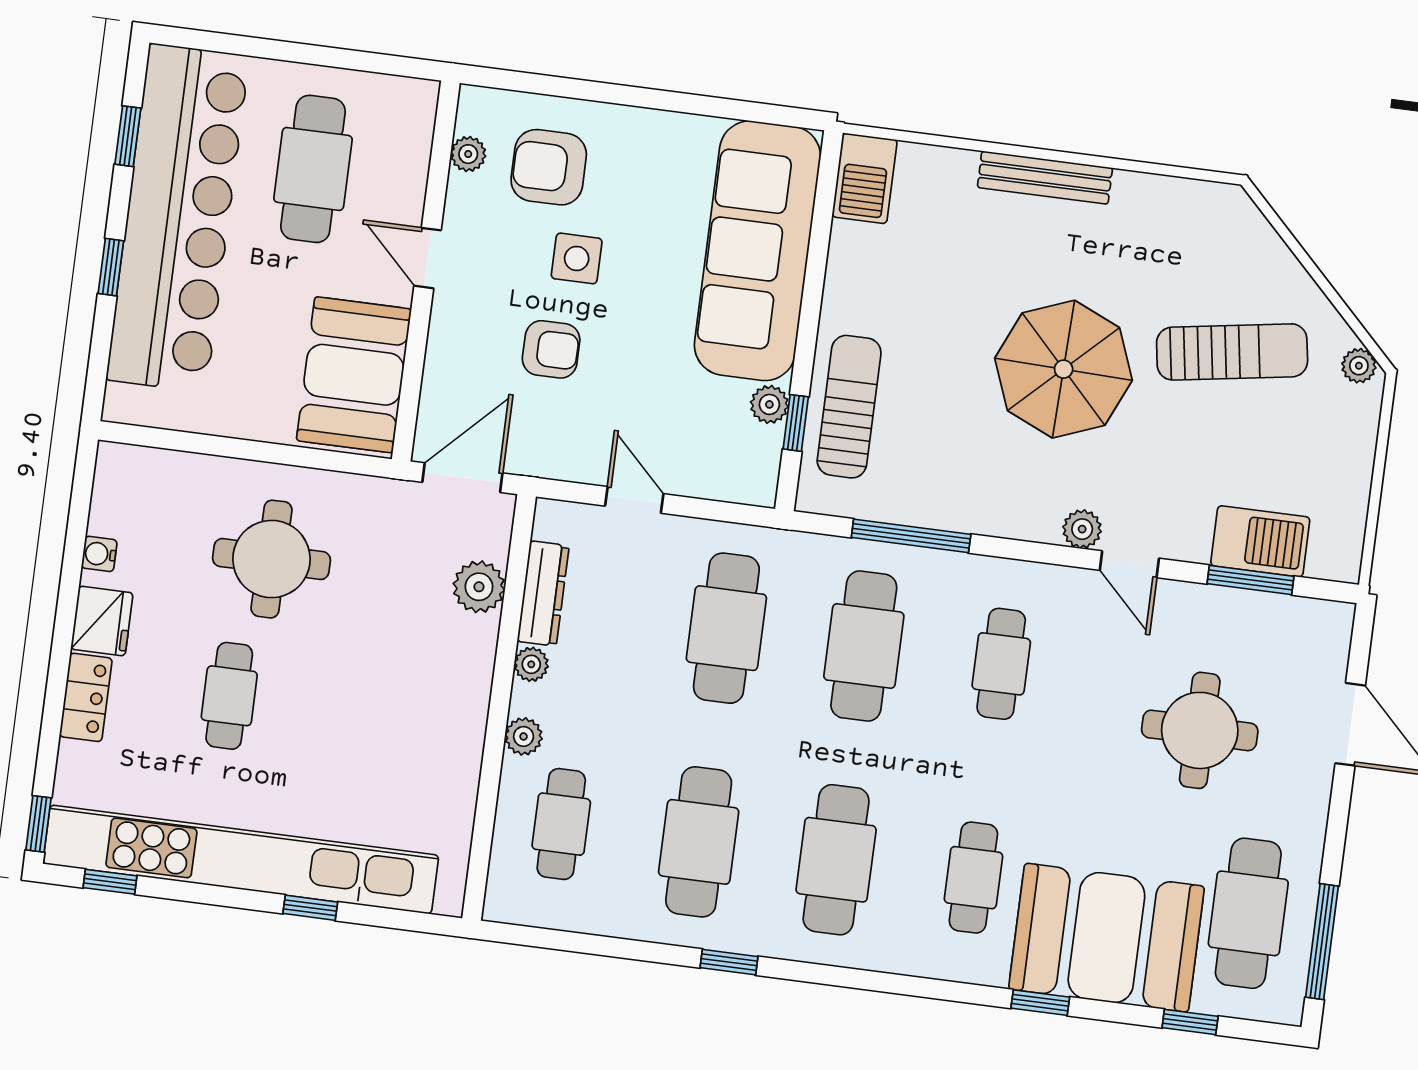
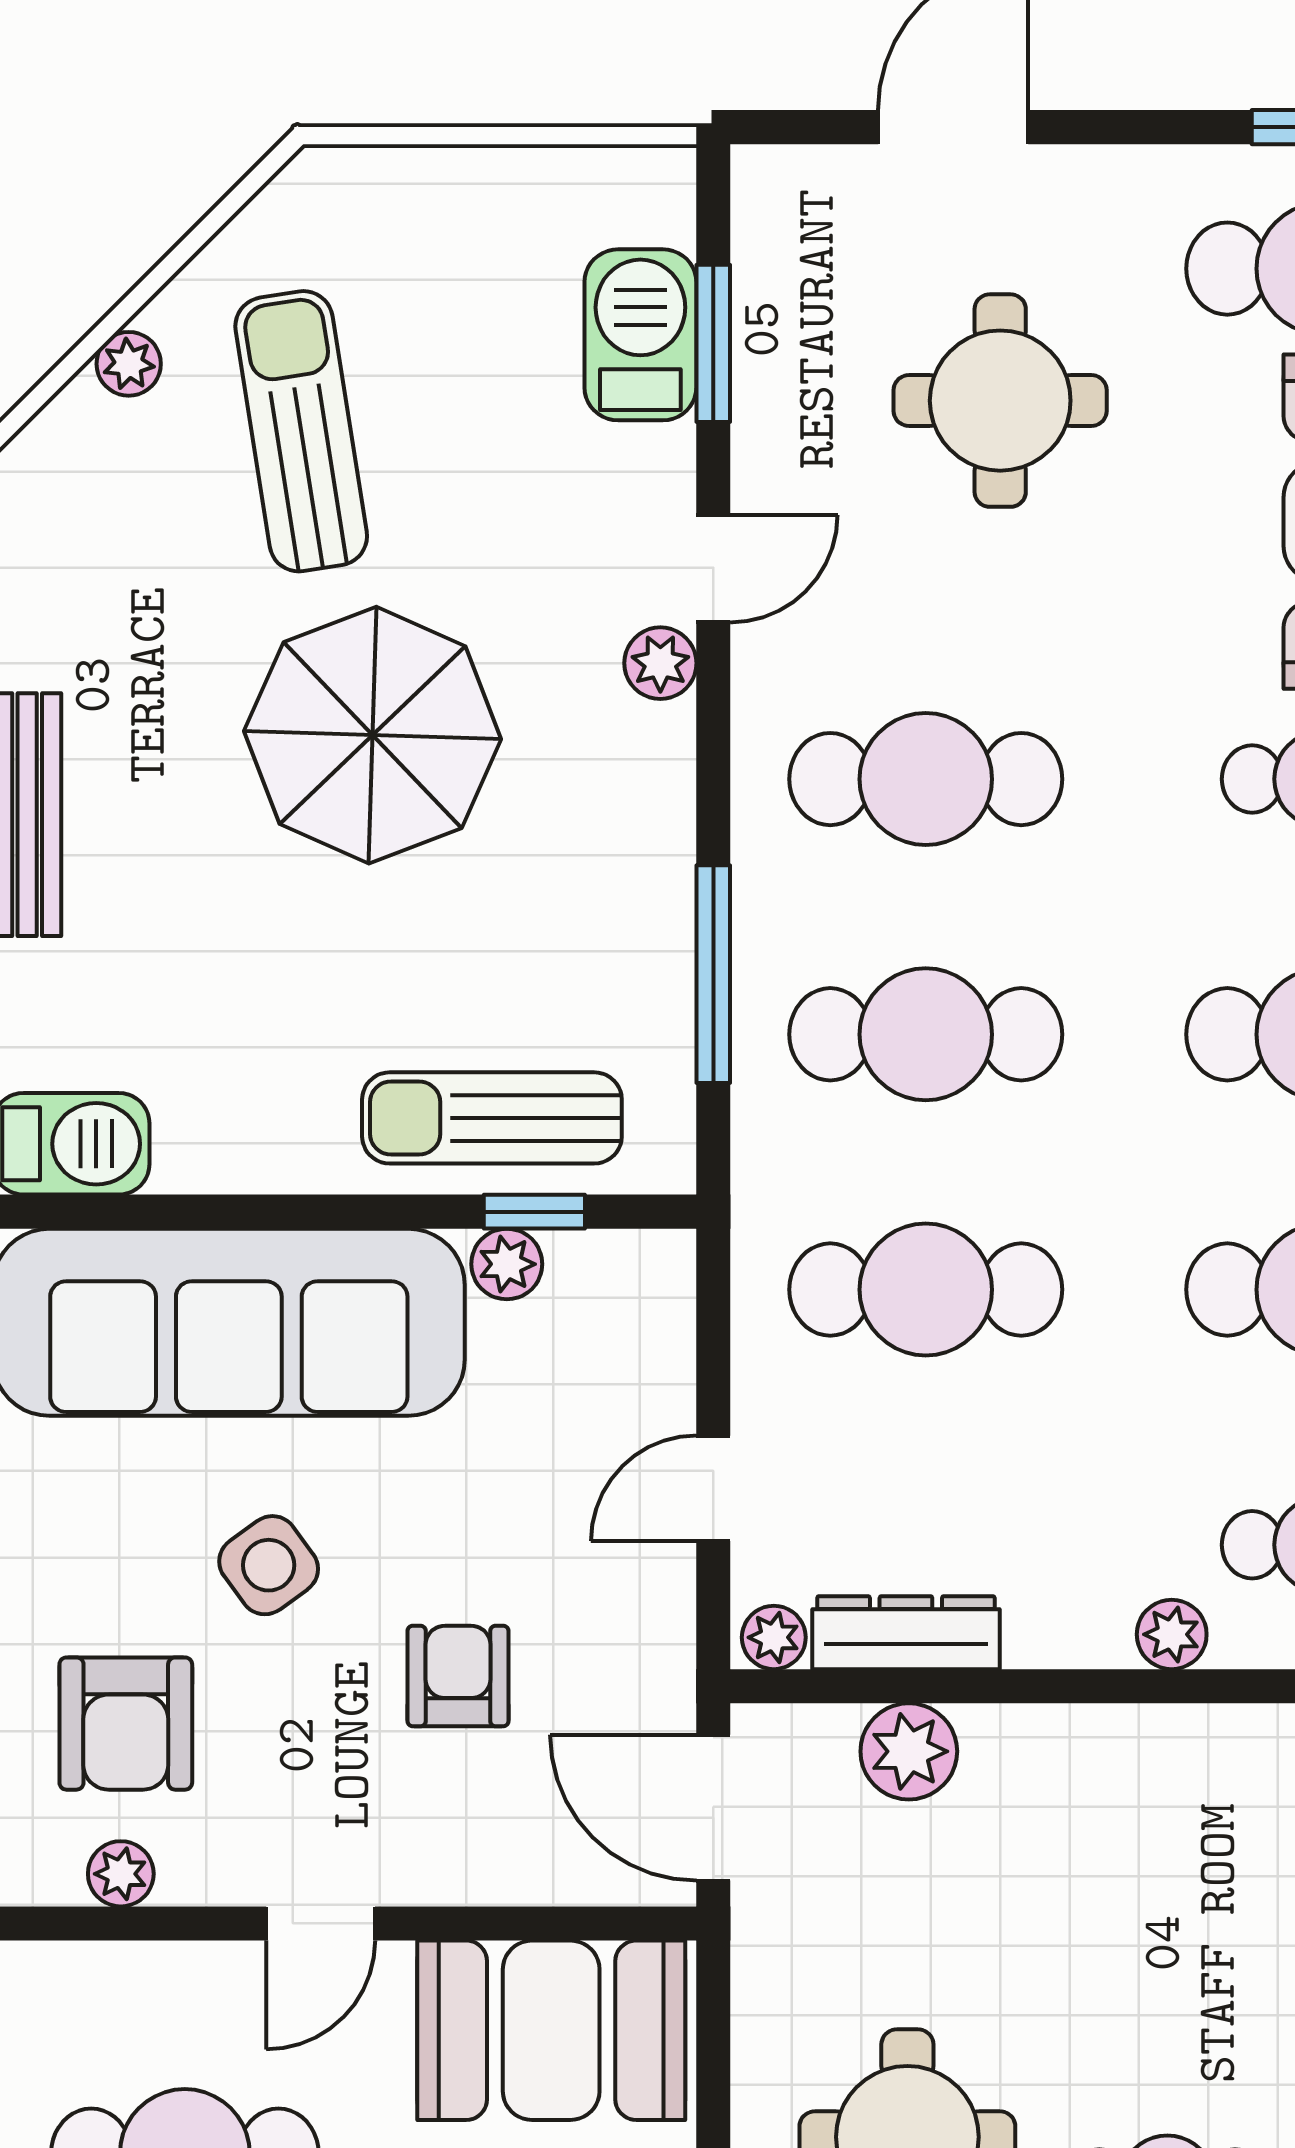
side table: (577, 258) -> (269, 1565), moved, turned -36
plant: (1359, 366) -> (129, 364), moved
plant: (531, 664) -> (774, 1637), moved
cafe table: (1001, 664) -> (926, 779), width x1.37, depth x1.35

